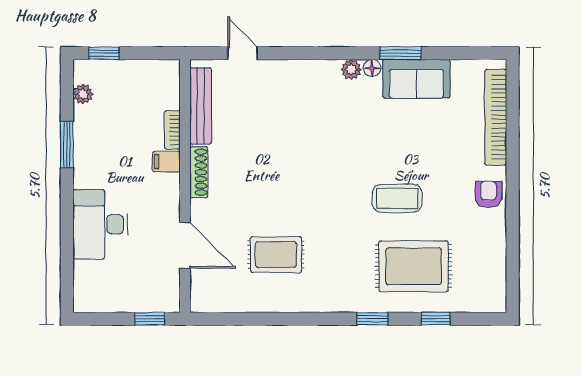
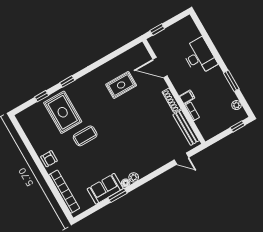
rug: (414, 266) -> (63, 112), turned 90

